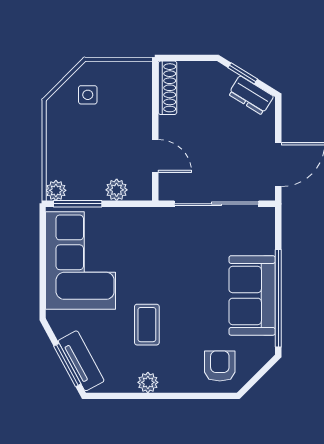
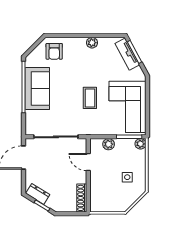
side table: (88, 95) -> (127, 177), moved
coffee table: (147, 325) -> (90, 98), moved

